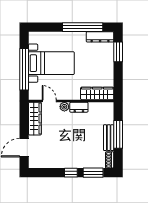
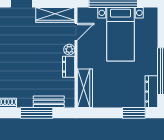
bench: (109, 138) -> (49, 102), moved

